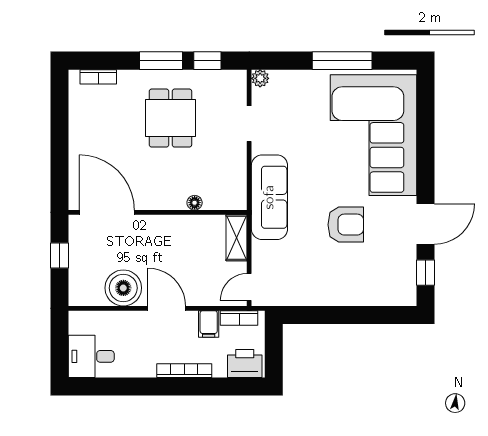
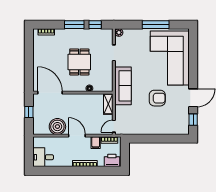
dining table: (170, 118) -> (79, 62), moved

